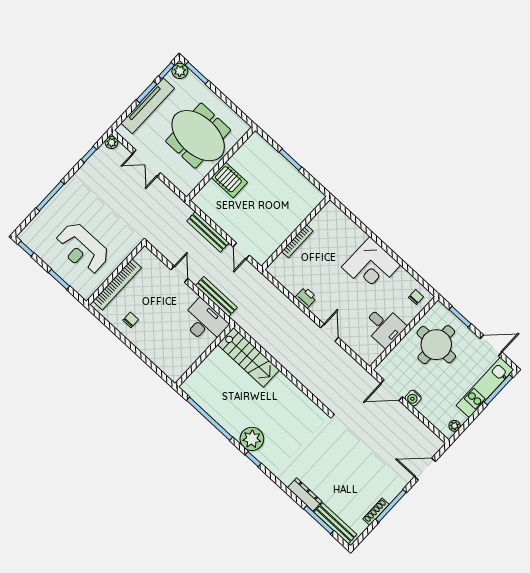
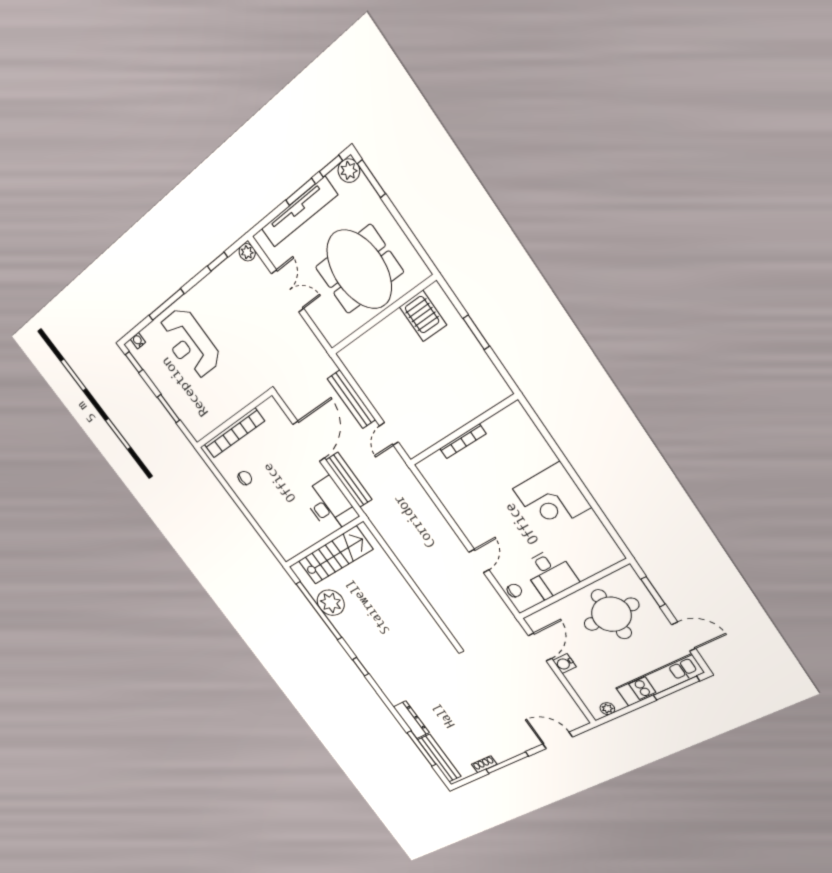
double door: (146, 163) -> (288, 291), swing flipped
server rack: (229, 180) -> (423, 316), moved
water cooler: (28, 230) -> (138, 341), added
reception desk: (82, 249) -> (190, 343), moved
door: (179, 274) -> (309, 441), width x1.88
chair: (416, 297) -> (514, 591), moved
printer: (306, 298) -> (459, 512), removed
stairs: (248, 357) -> (335, 555), moved, turned -90
door: (392, 390) -> (540, 647), swing flipped
plant: (252, 439) -> (331, 603), moved
shoe rack: (376, 512) -> (484, 764), width x0.70

